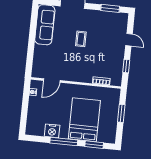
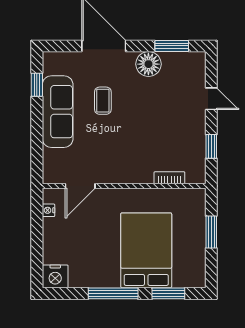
floor lamp: (96, 17) -> (148, 64), added
window: (34, 22) -> (37, 85), added
sofa: (45, 25) -> (58, 112), moved
coffee table: (81, 39) -> (103, 101), moved
nightstand: (52, 131) -> (55, 276), moved

